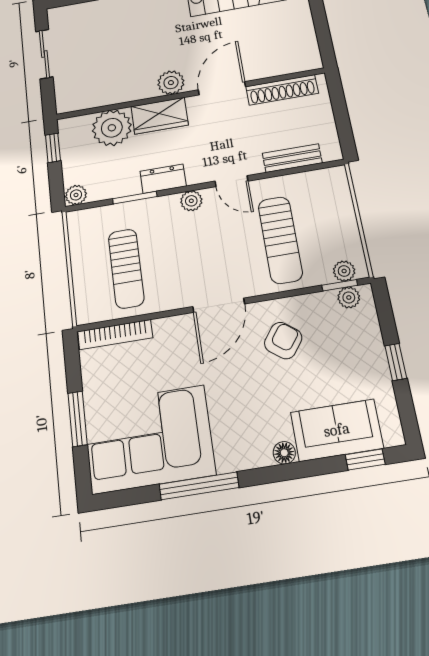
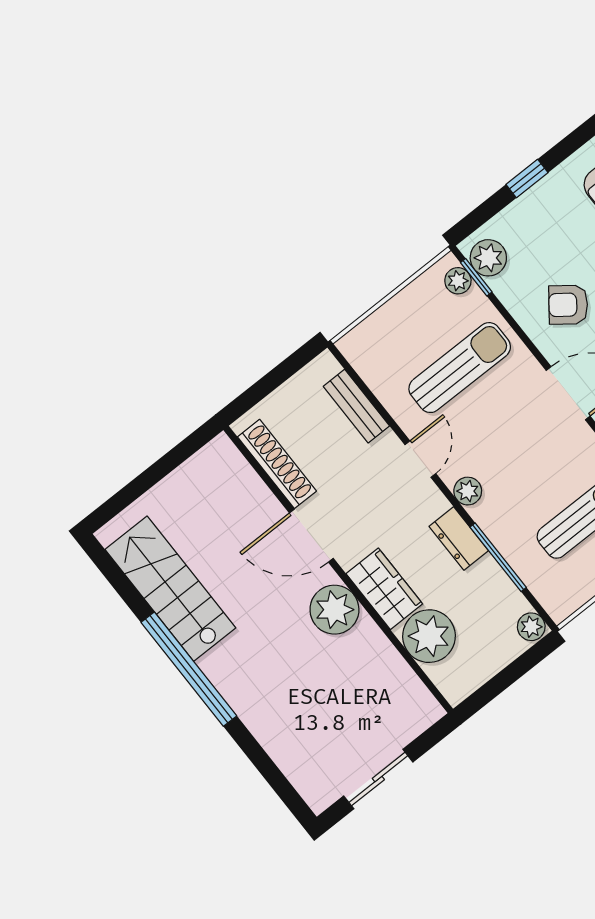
plant: (171, 83) -> (334, 610), width x1.36, depth x1.36
window: (53, 148) -> (490, 690), removed
window: (135, 198) -> (498, 557), width x1.44
plant: (349, 297) -> (488, 258), width x1.38, depth x1.38

